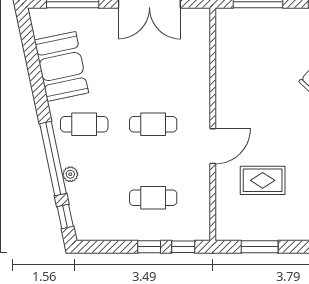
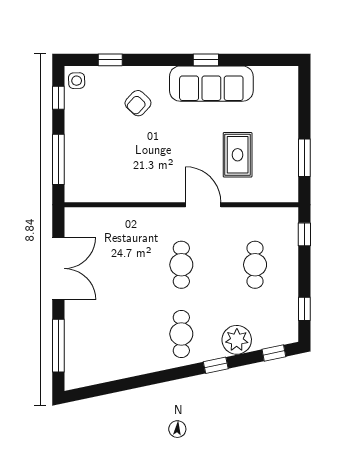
booth: (61, 66) -> (123, 357), removed
window: (53, 159) -> (216, 365), width x0.32
plant: (70, 174) -> (237, 340), width x1.88, depth x1.88
window: (149, 247) -> (304, 309), moved

